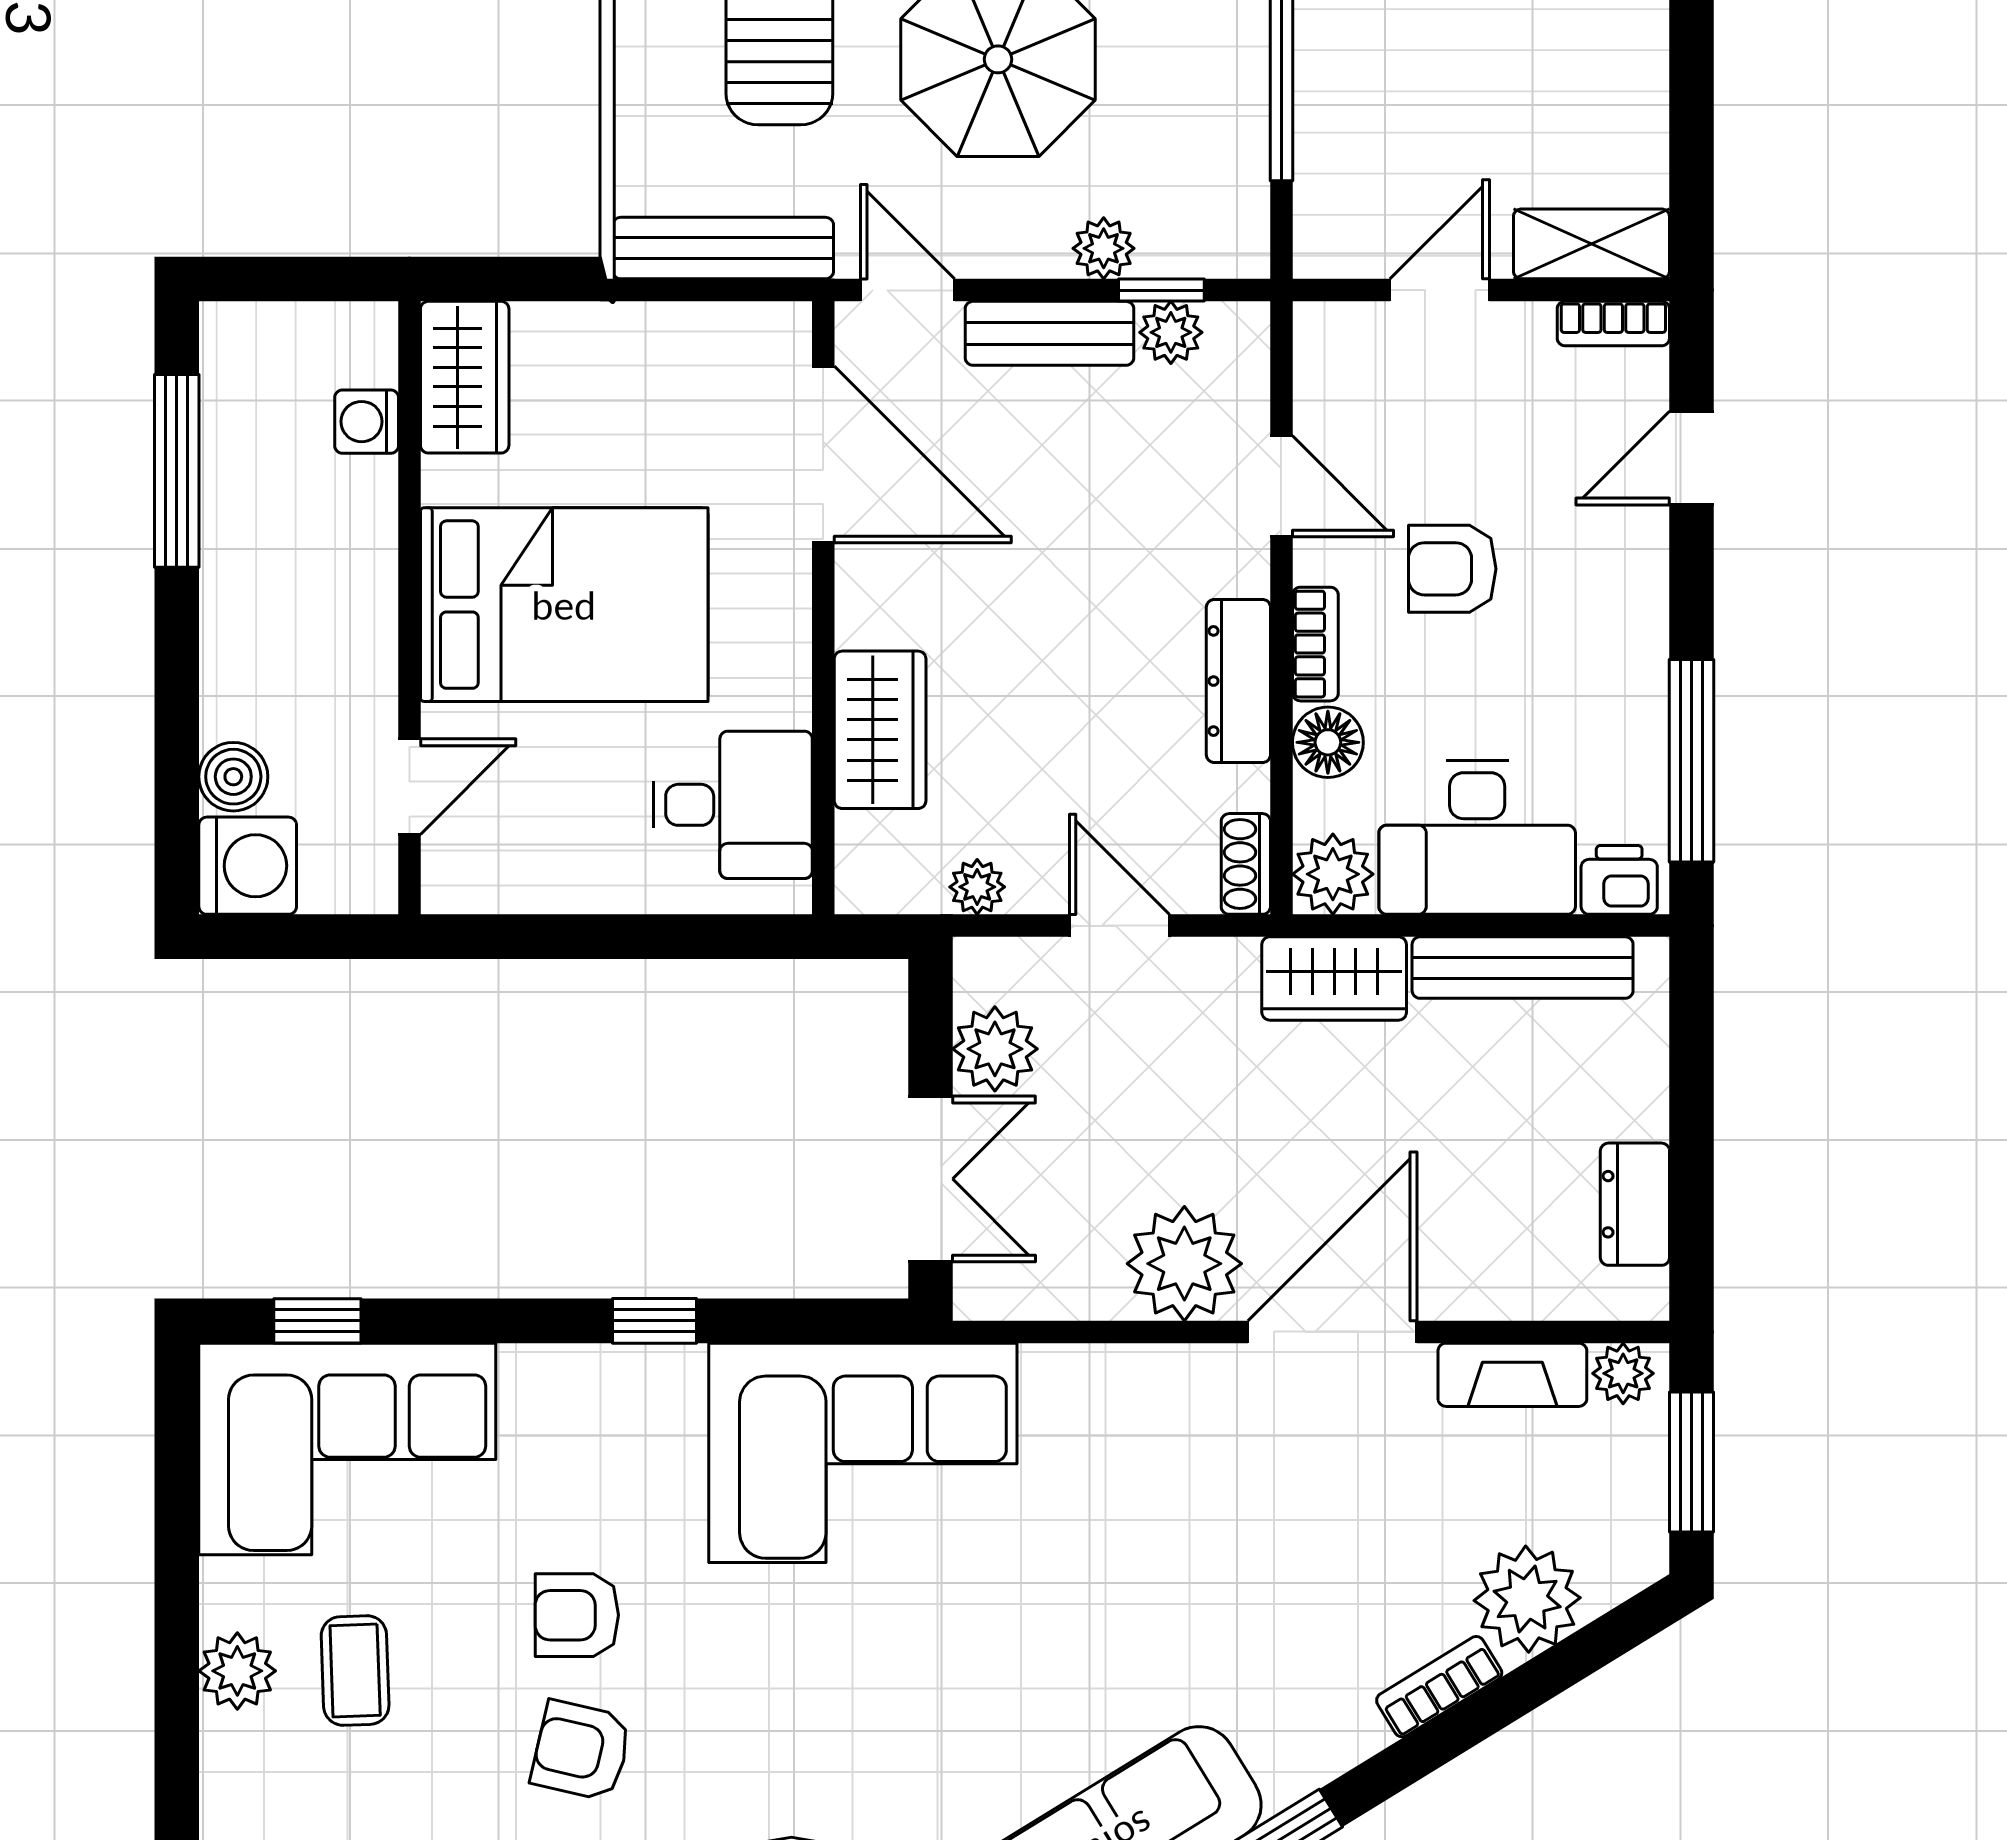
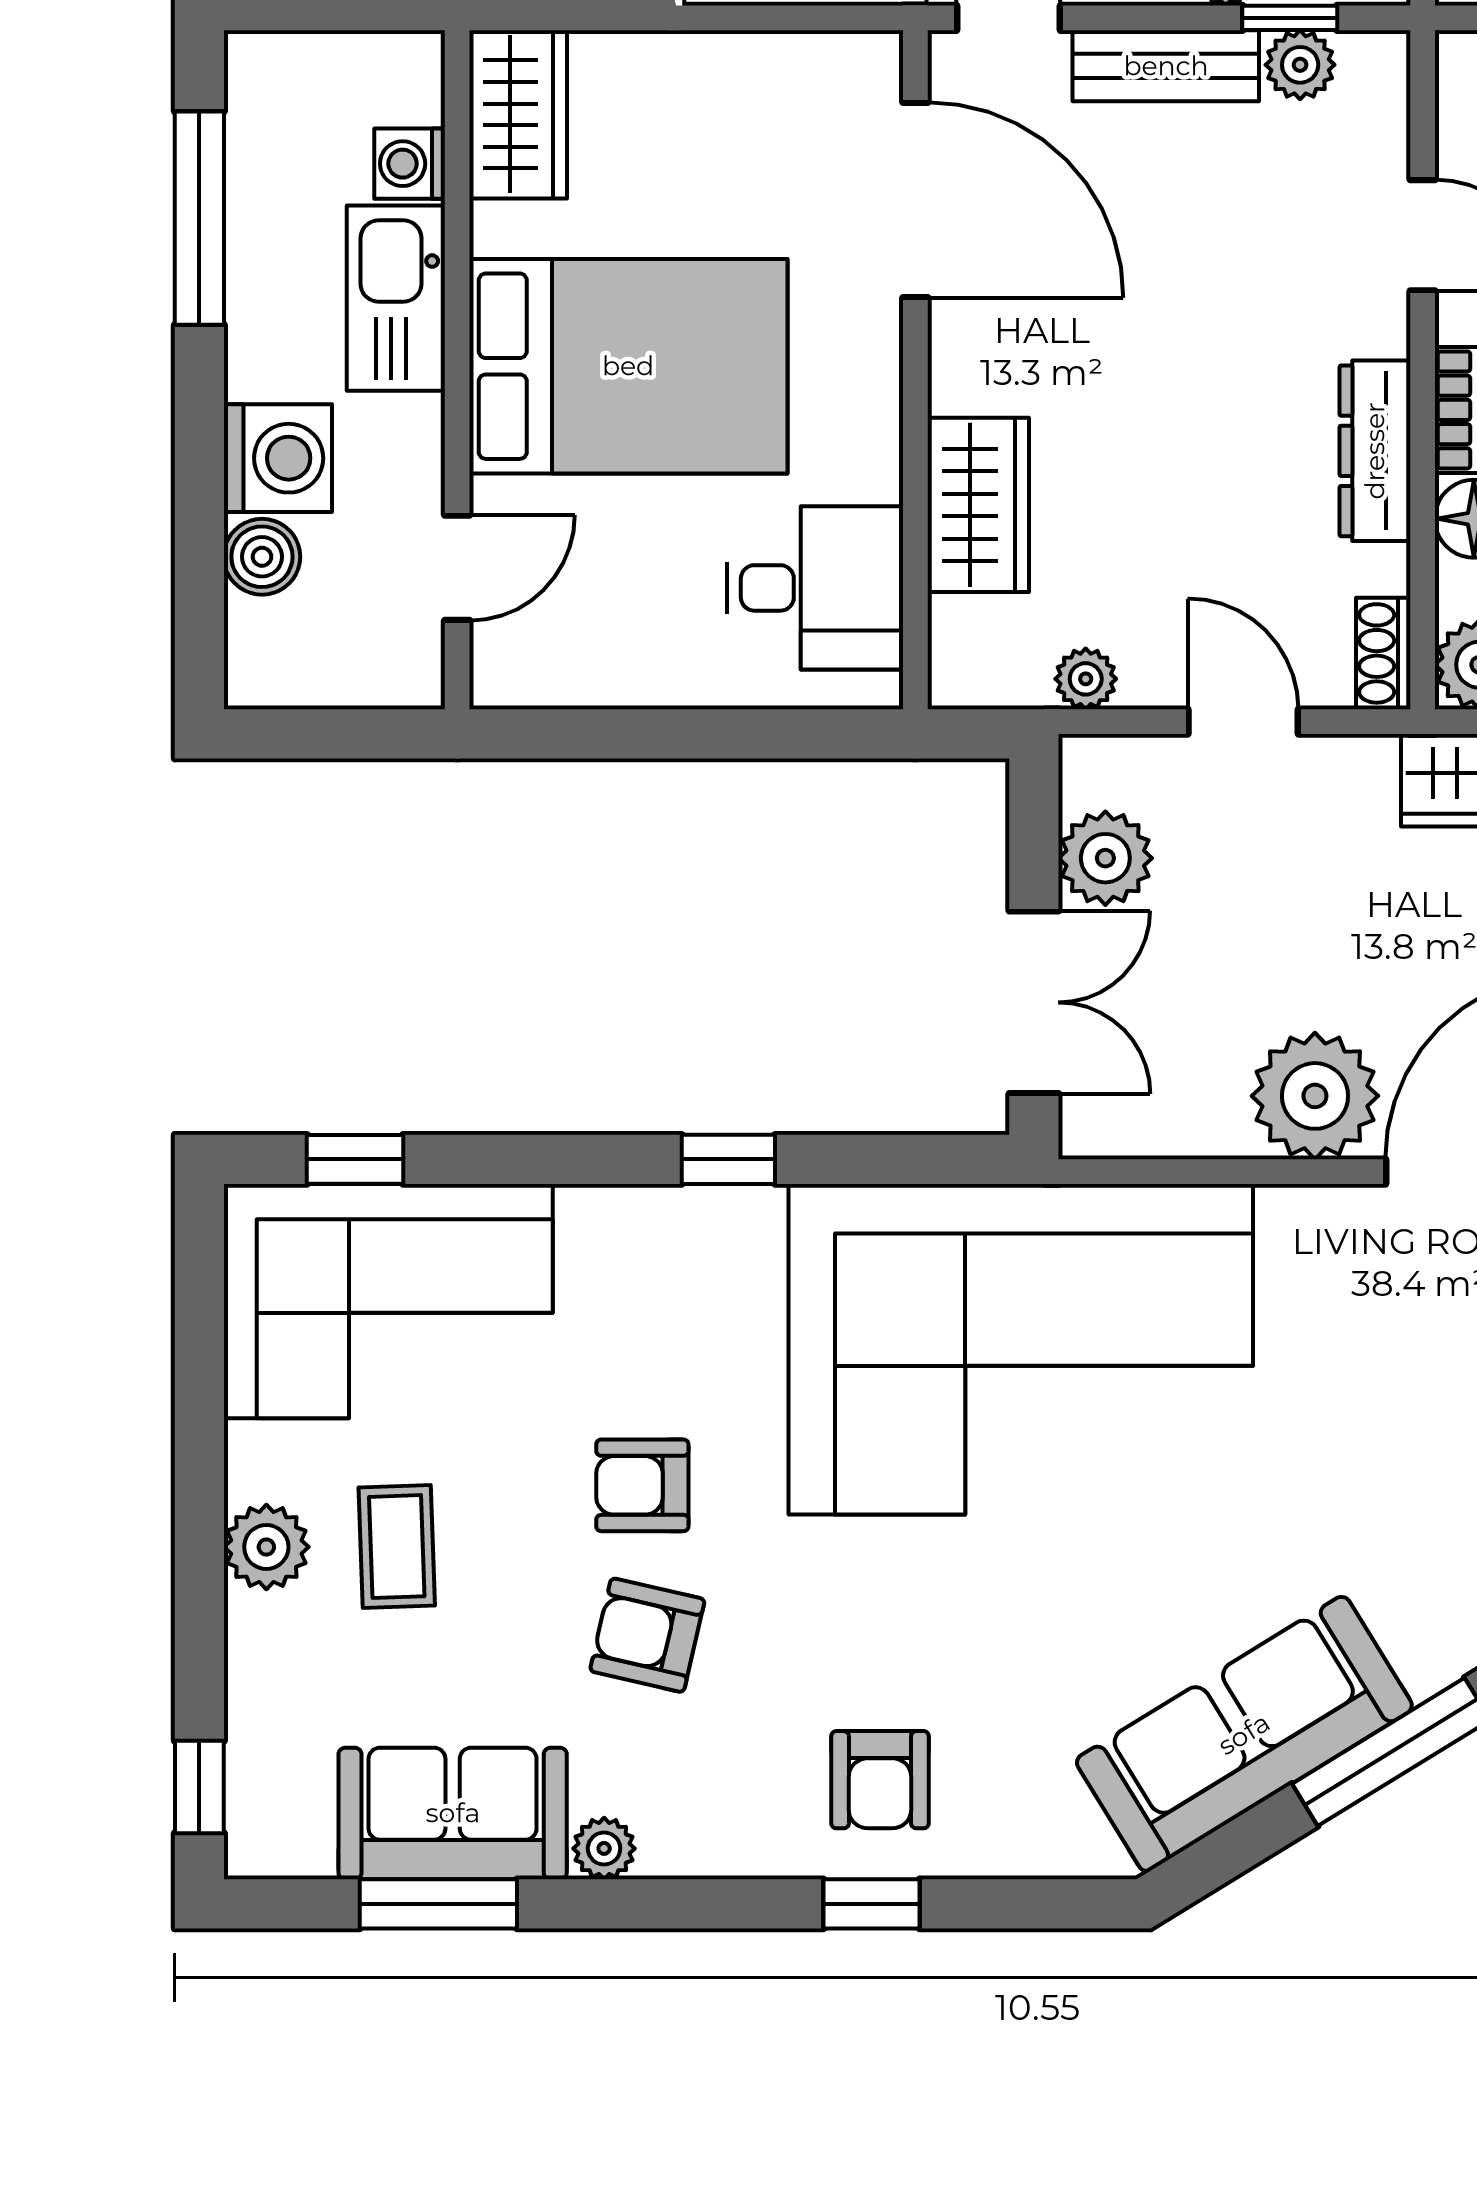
kitchen sink: (354, 543) -> (396, 298), added
washing machine: (248, 866) -> (278, 458), moved
corner sofa: (863, 1453) -> (1021, 1349), width x1.36, depth x1.36

